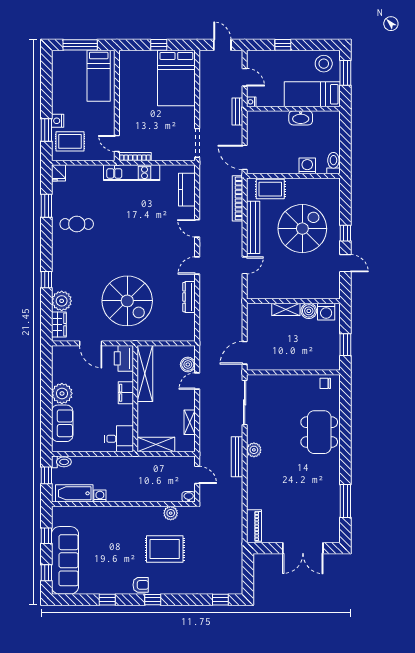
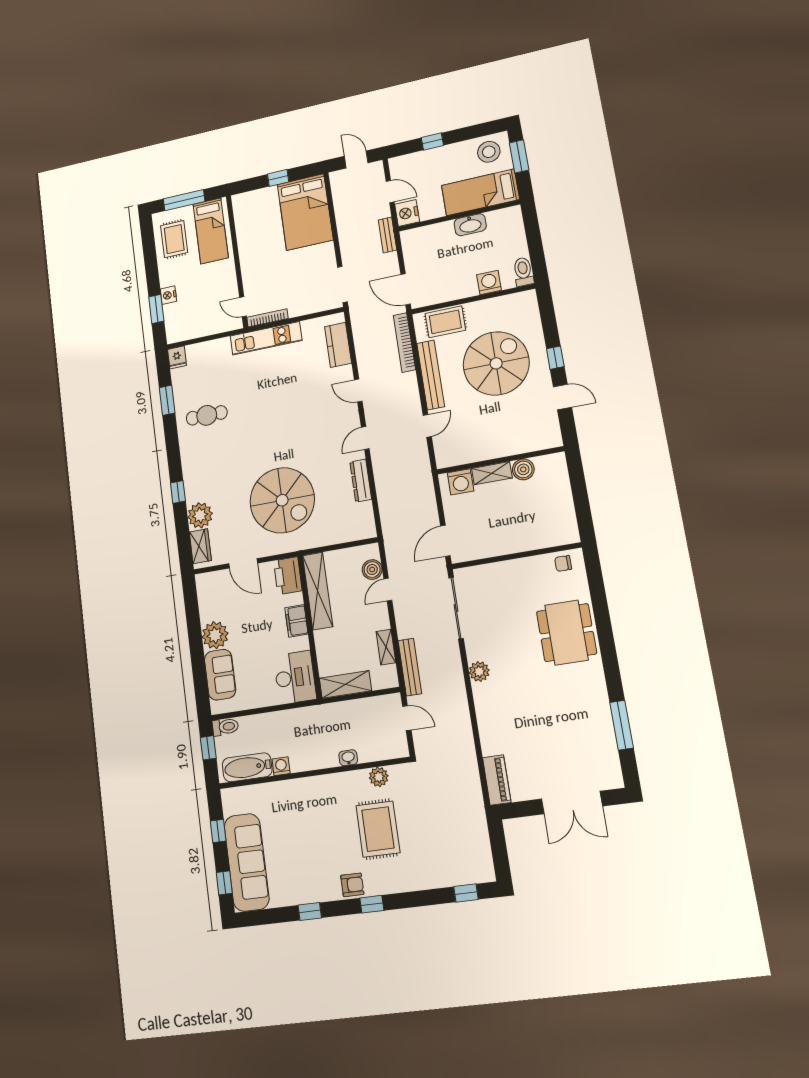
nightstand: (251, 102) -> (407, 213), width x1.89, depth x1.79
rug: (70, 141) -> (174, 239), moved, turned 90
washing machine: (326, 312) -> (461, 482), moved
window: (345, 345) -> (582, 506), removed
desk: (119, 439) -> (295, 677), width x1.37
bench: (237, 457) -> (410, 667), moved
washbasin: (189, 497) -> (348, 758), moved
rug: (165, 549) -> (378, 829), turned 90

